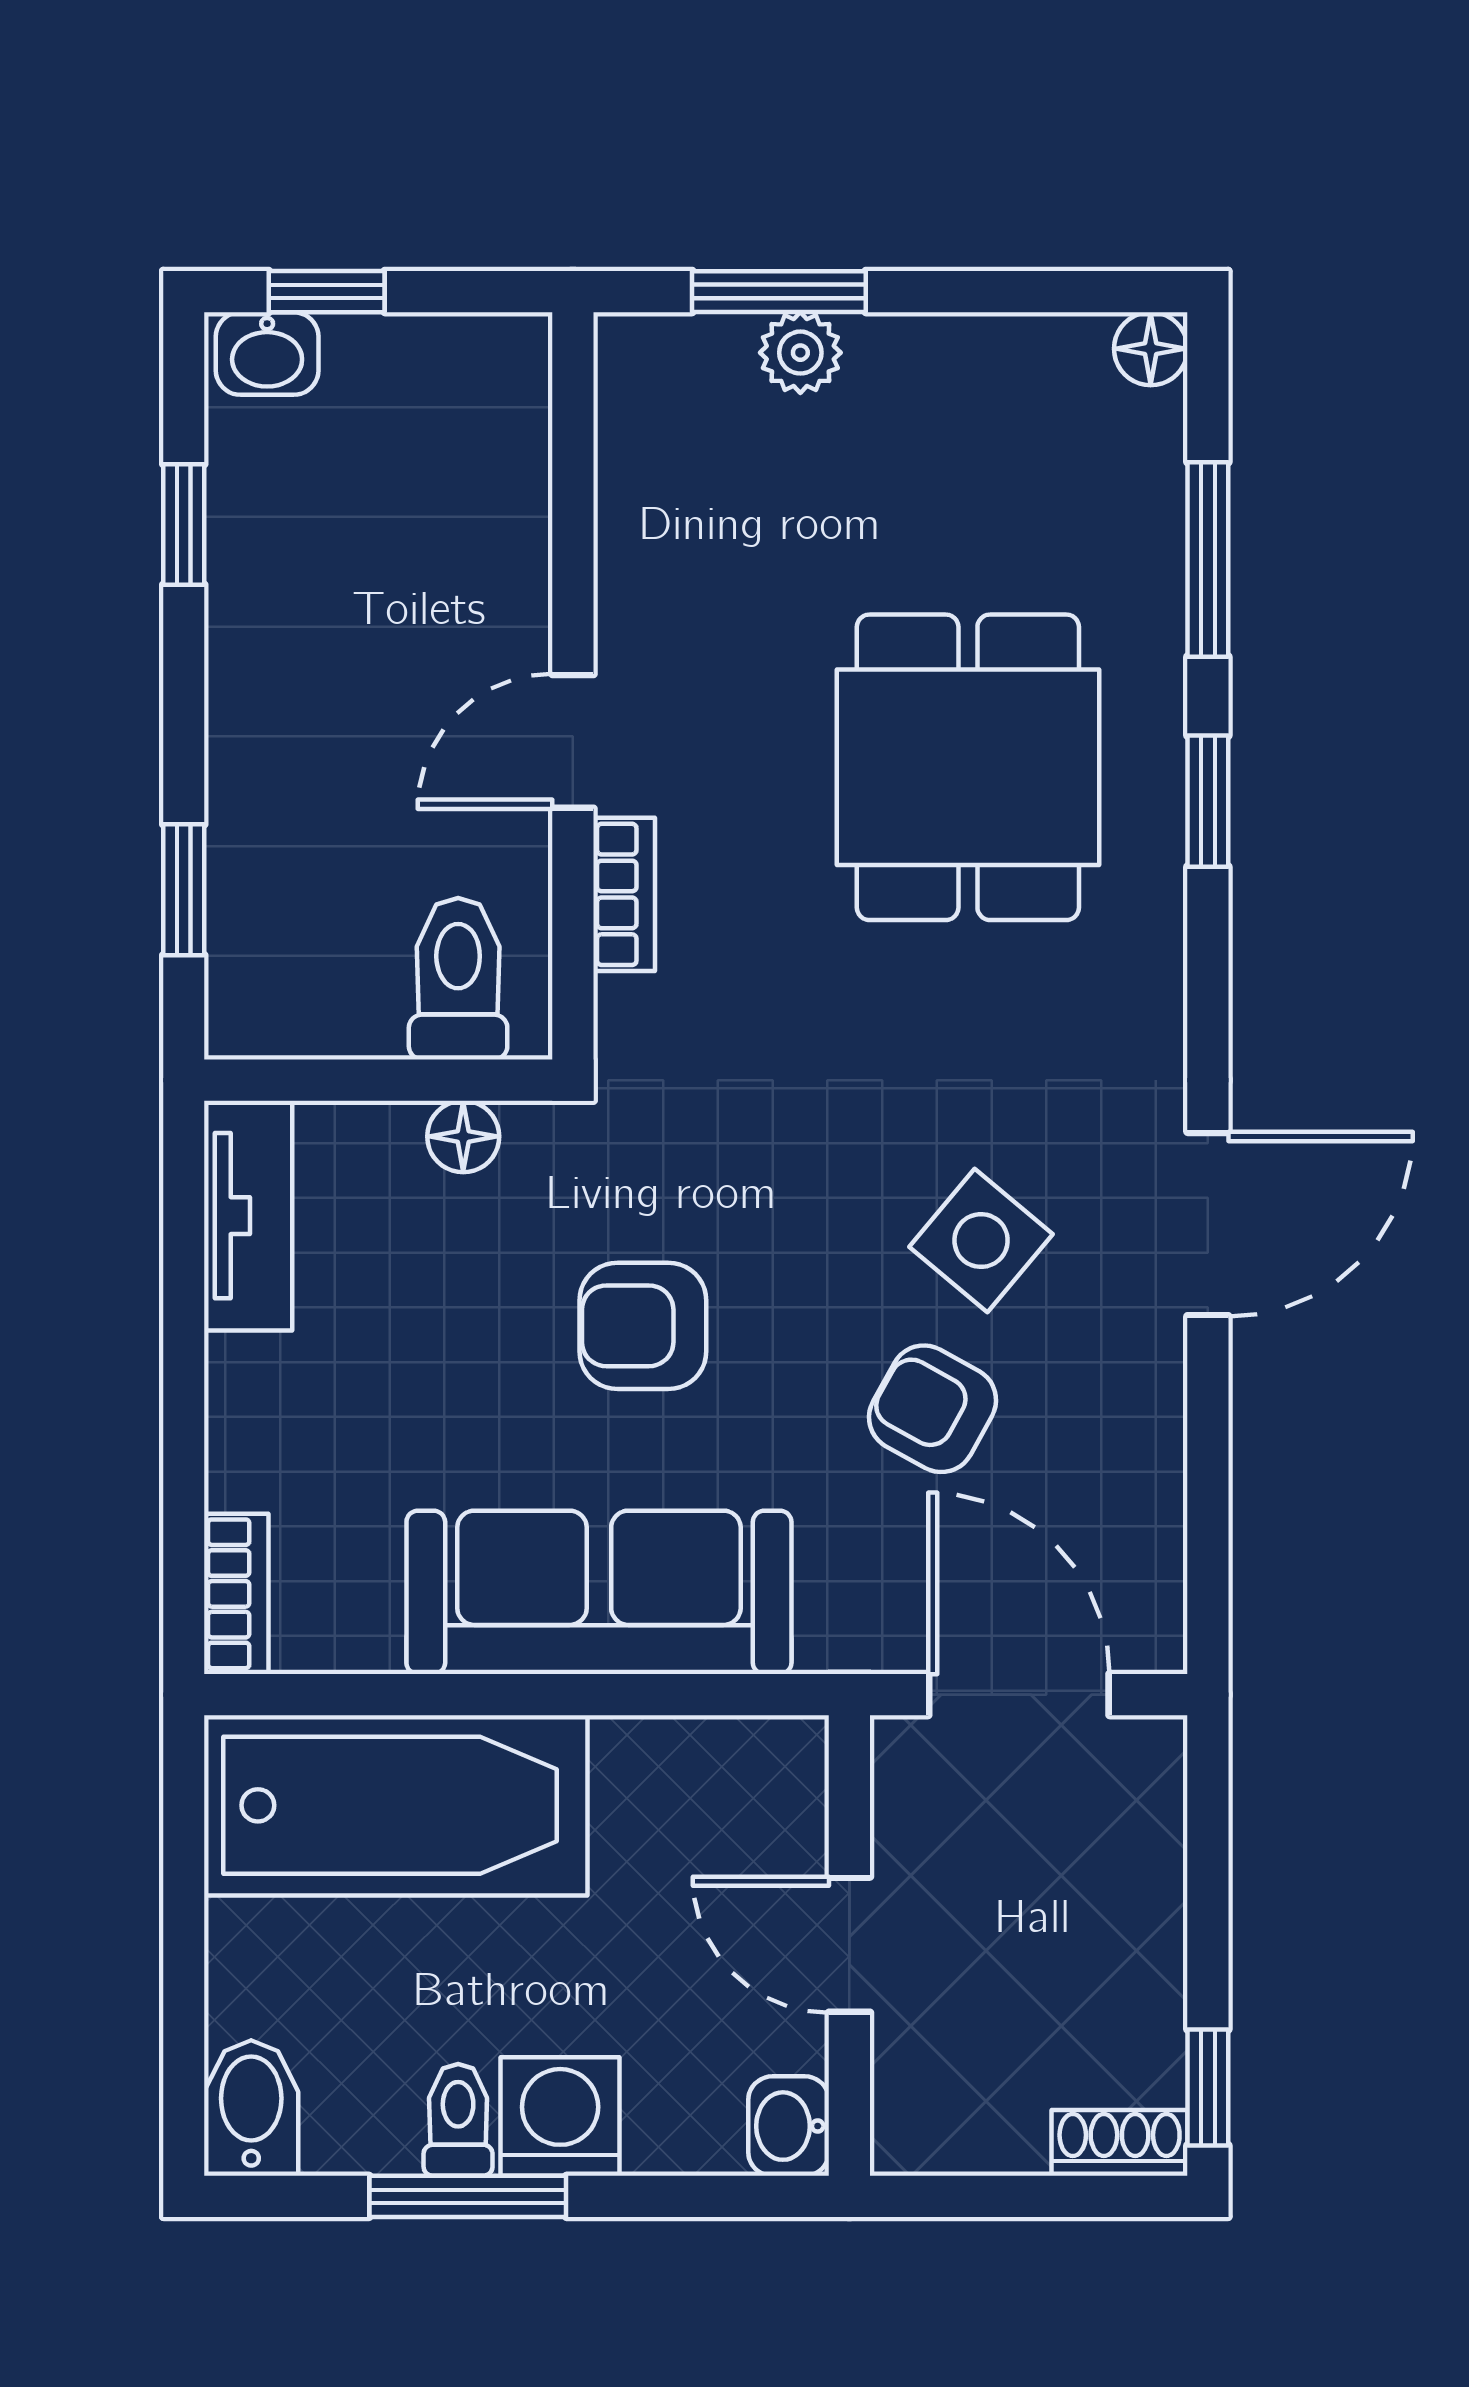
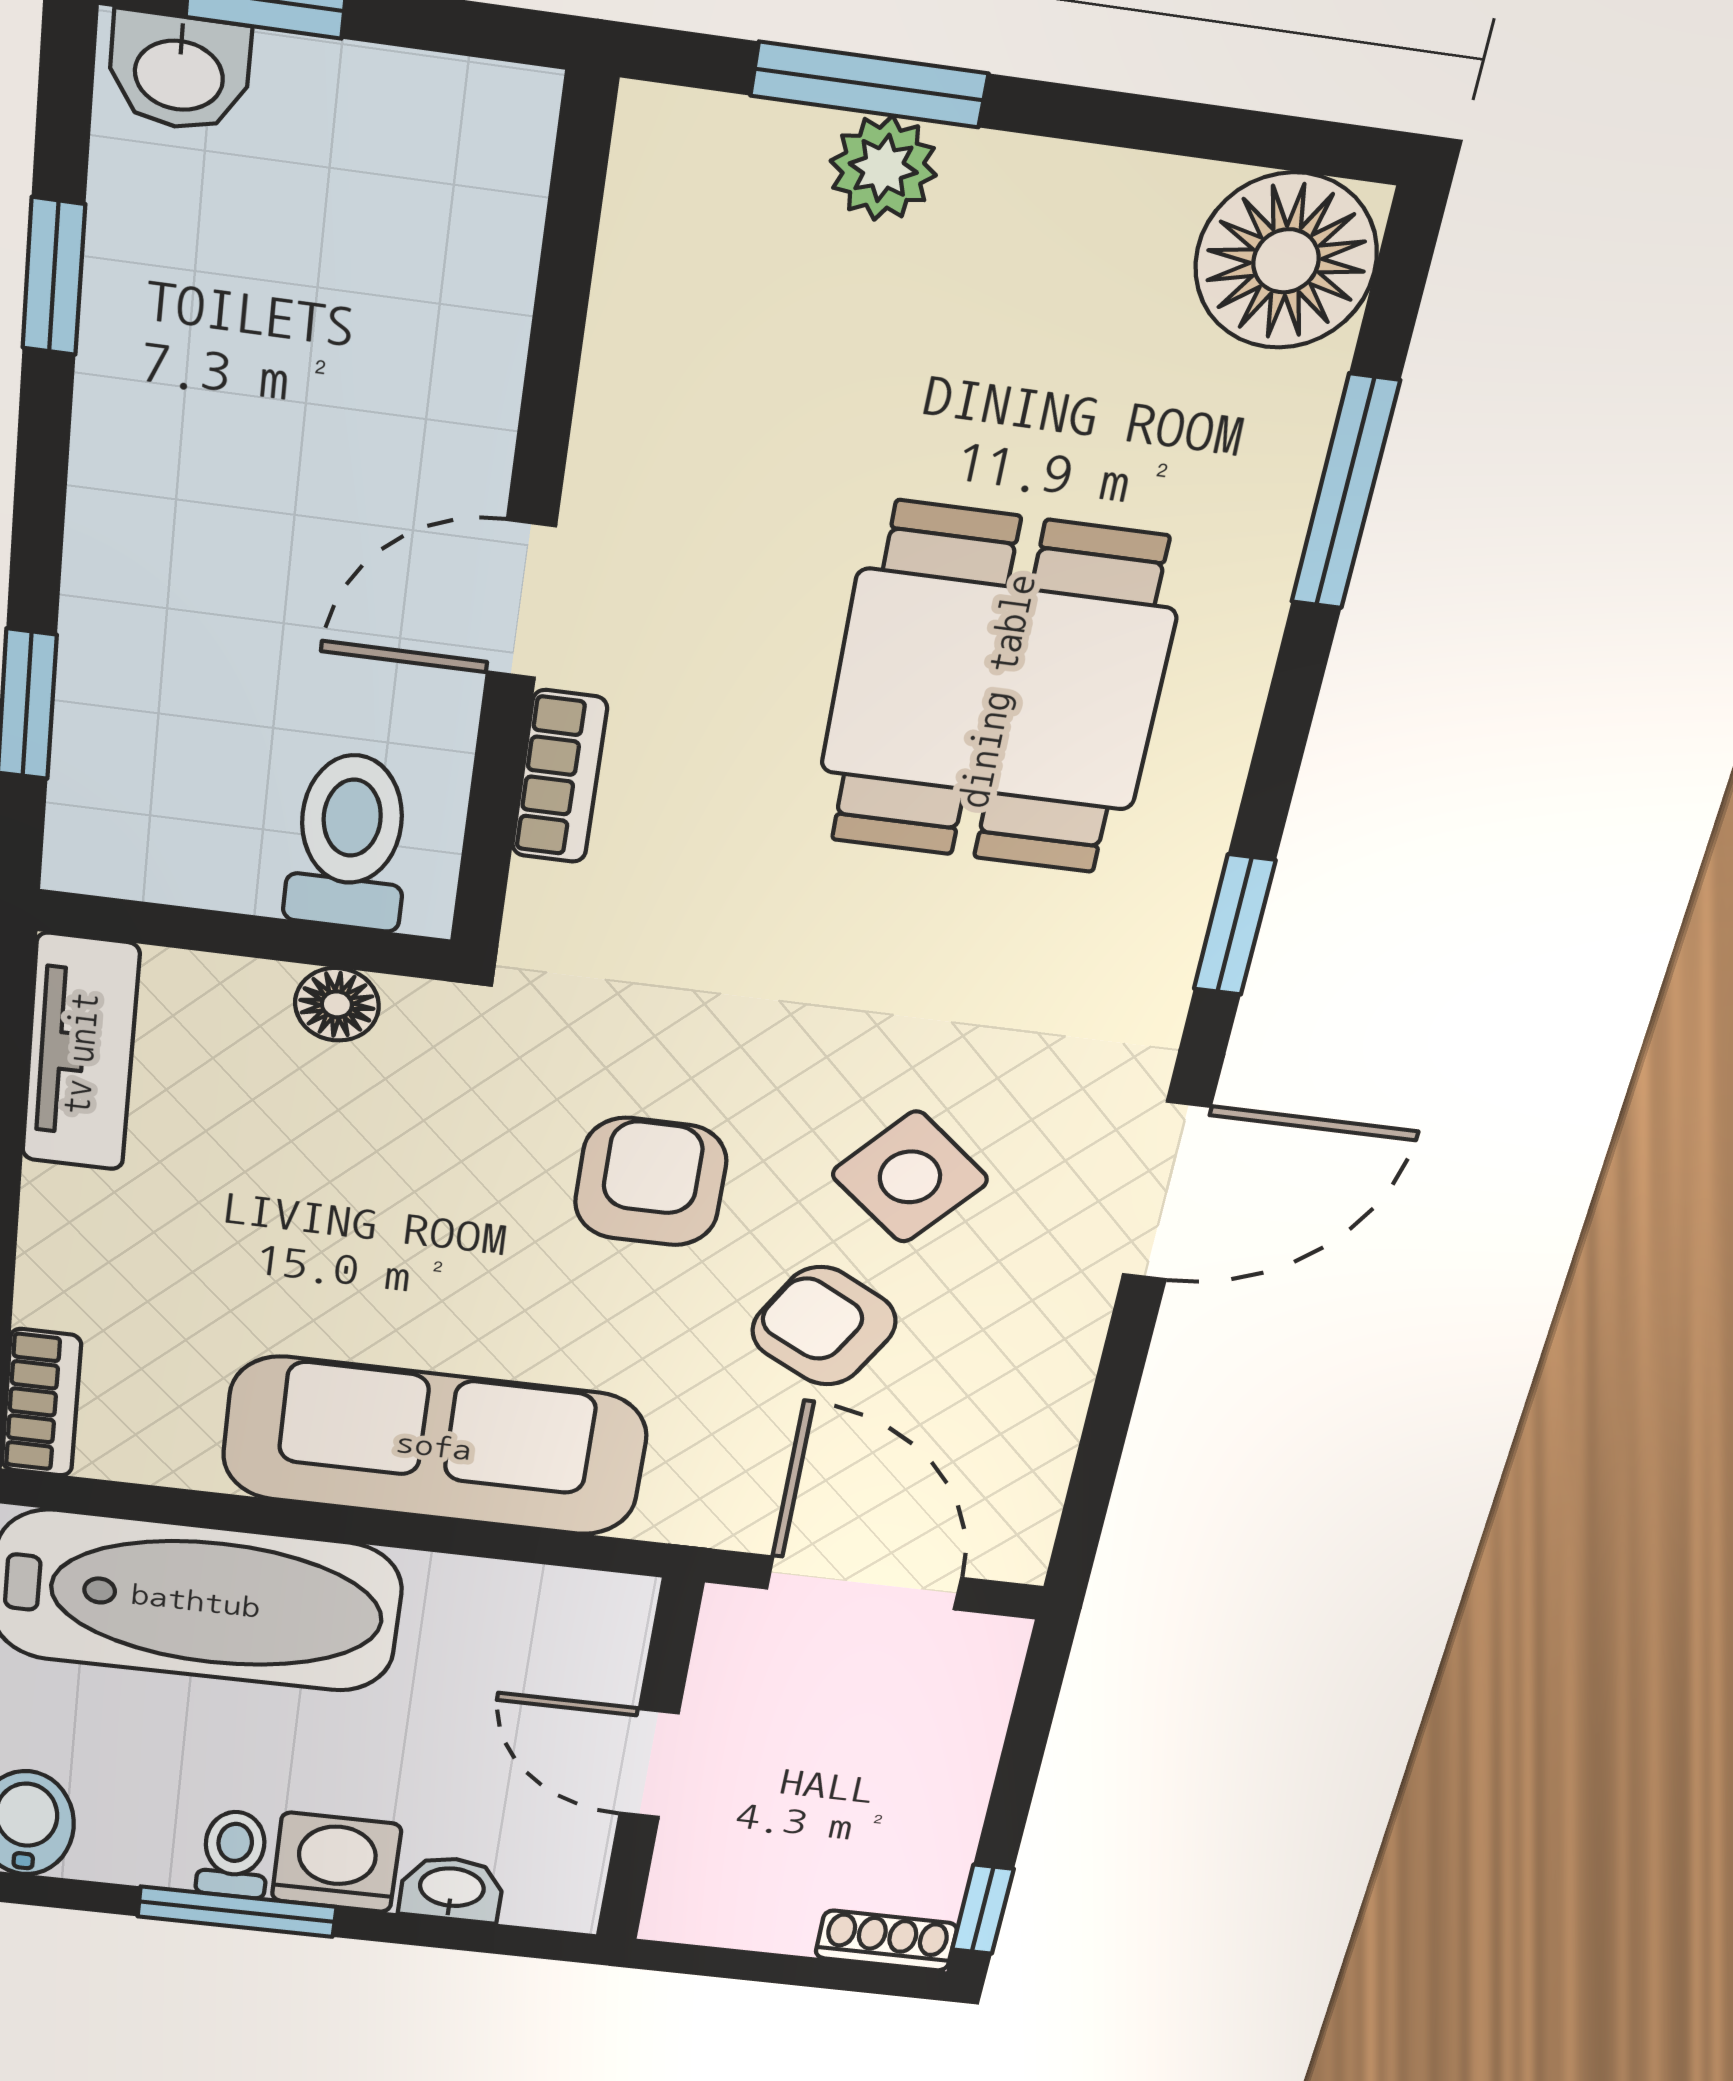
floor lamp: (1151, 349) -> (1286, 261), width x1.89, depth x1.89
window: (1208, 801) -> (1234, 925), moved
armchair: (643, 1326) -> (651, 1182), moved, turned 90
washbasin: (789, 2126) -> (452, 1889), moved, turned 90

